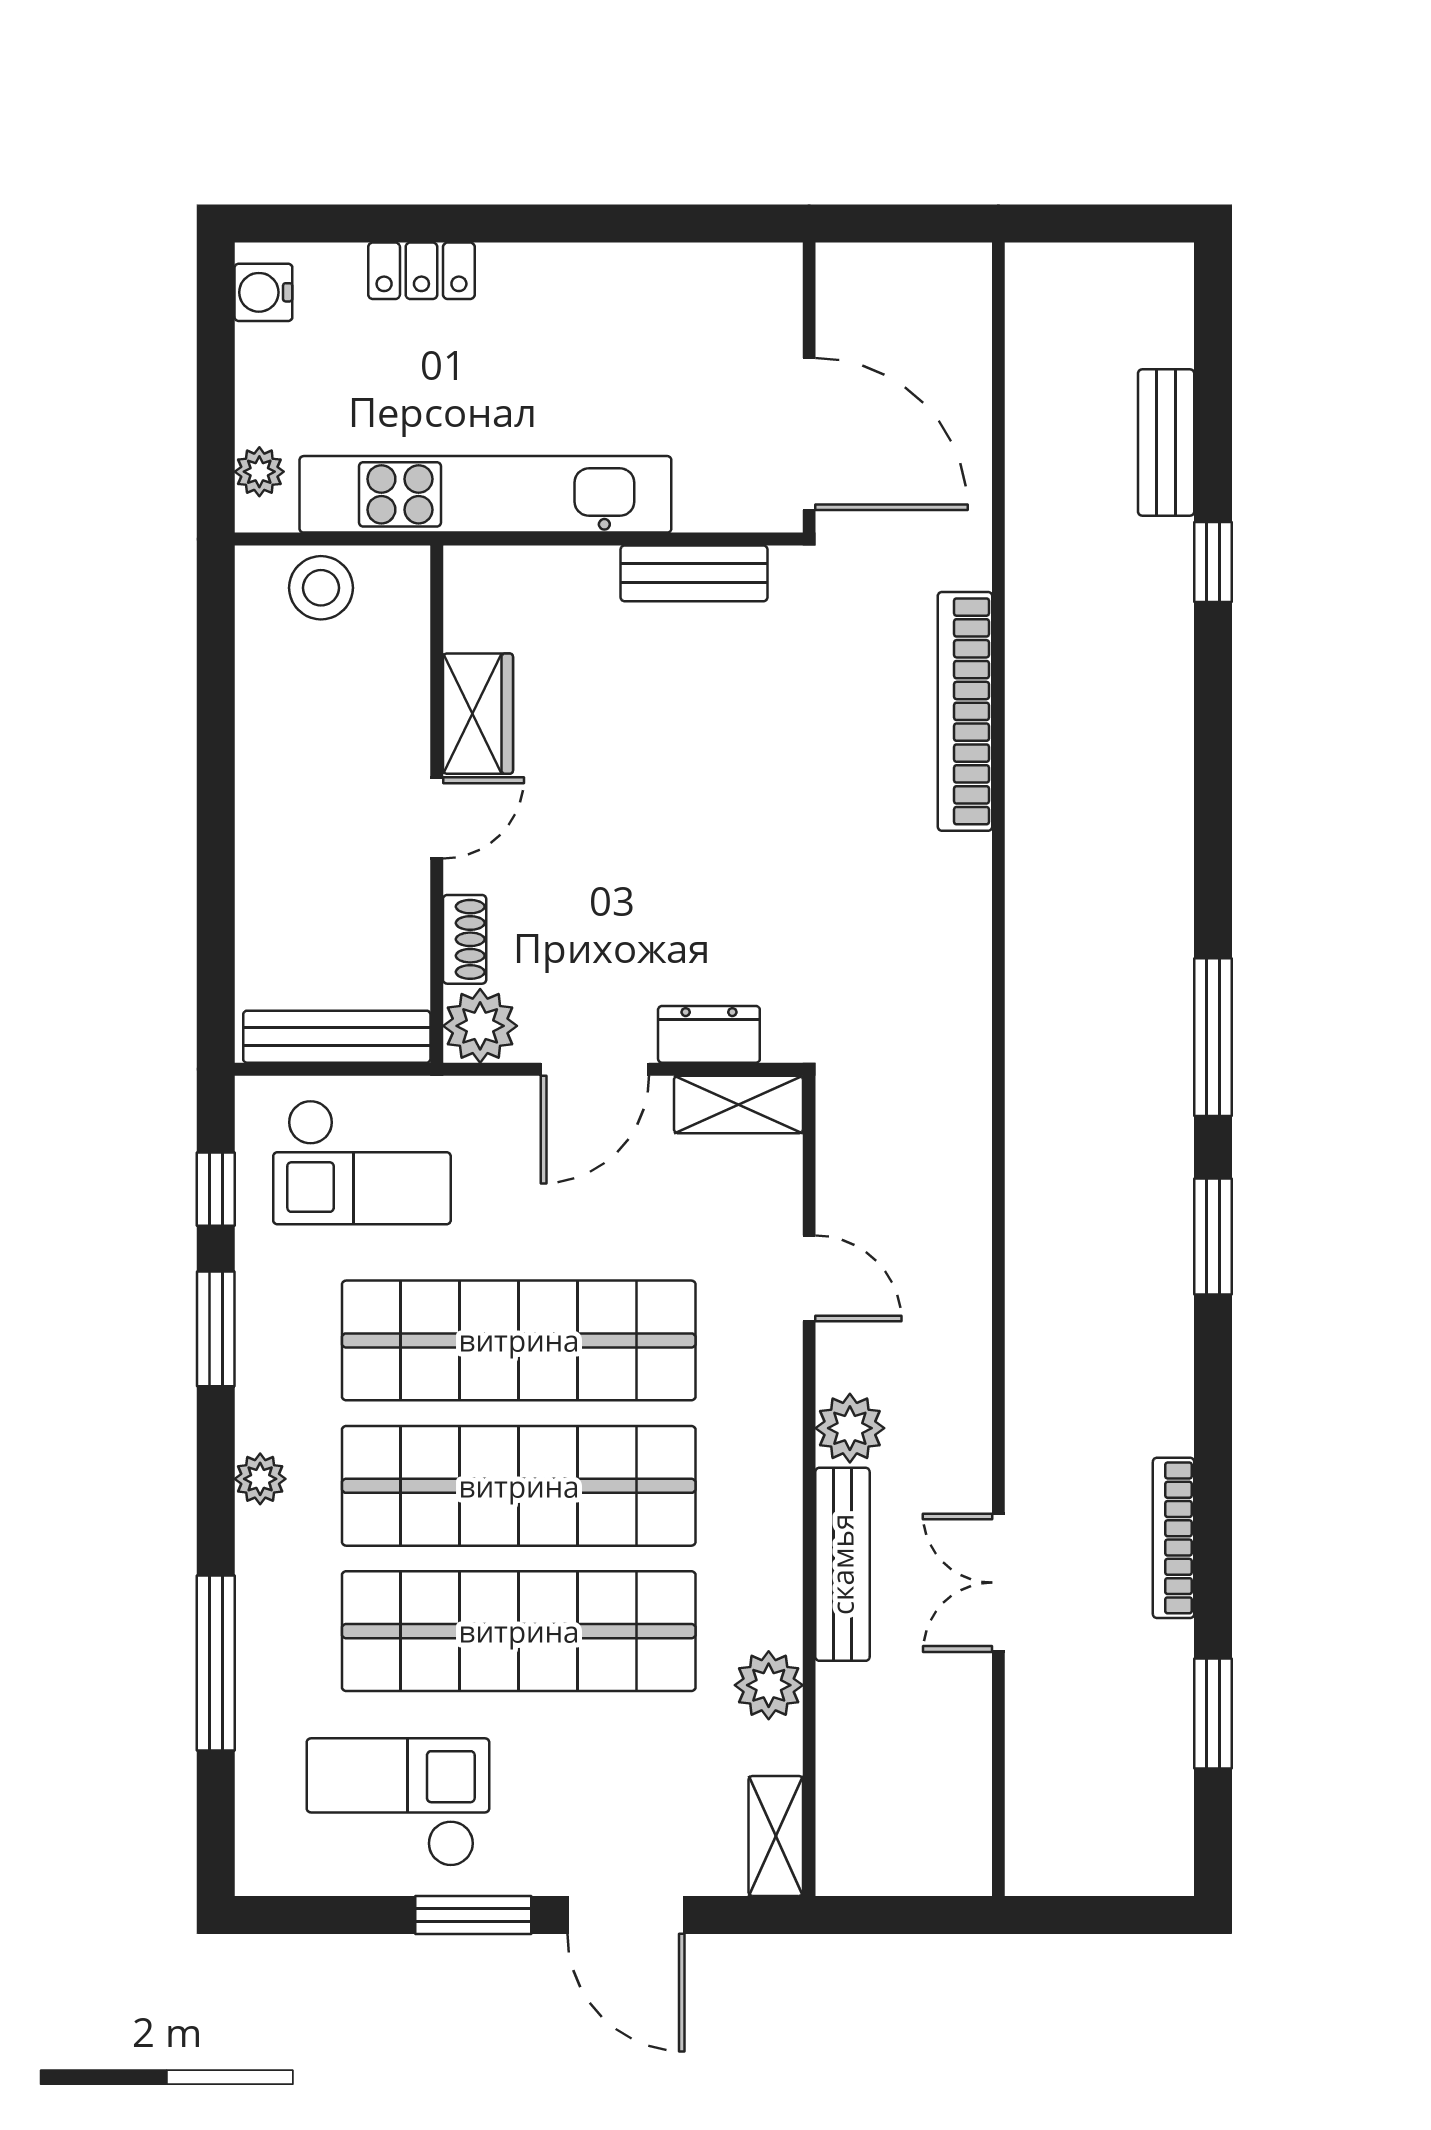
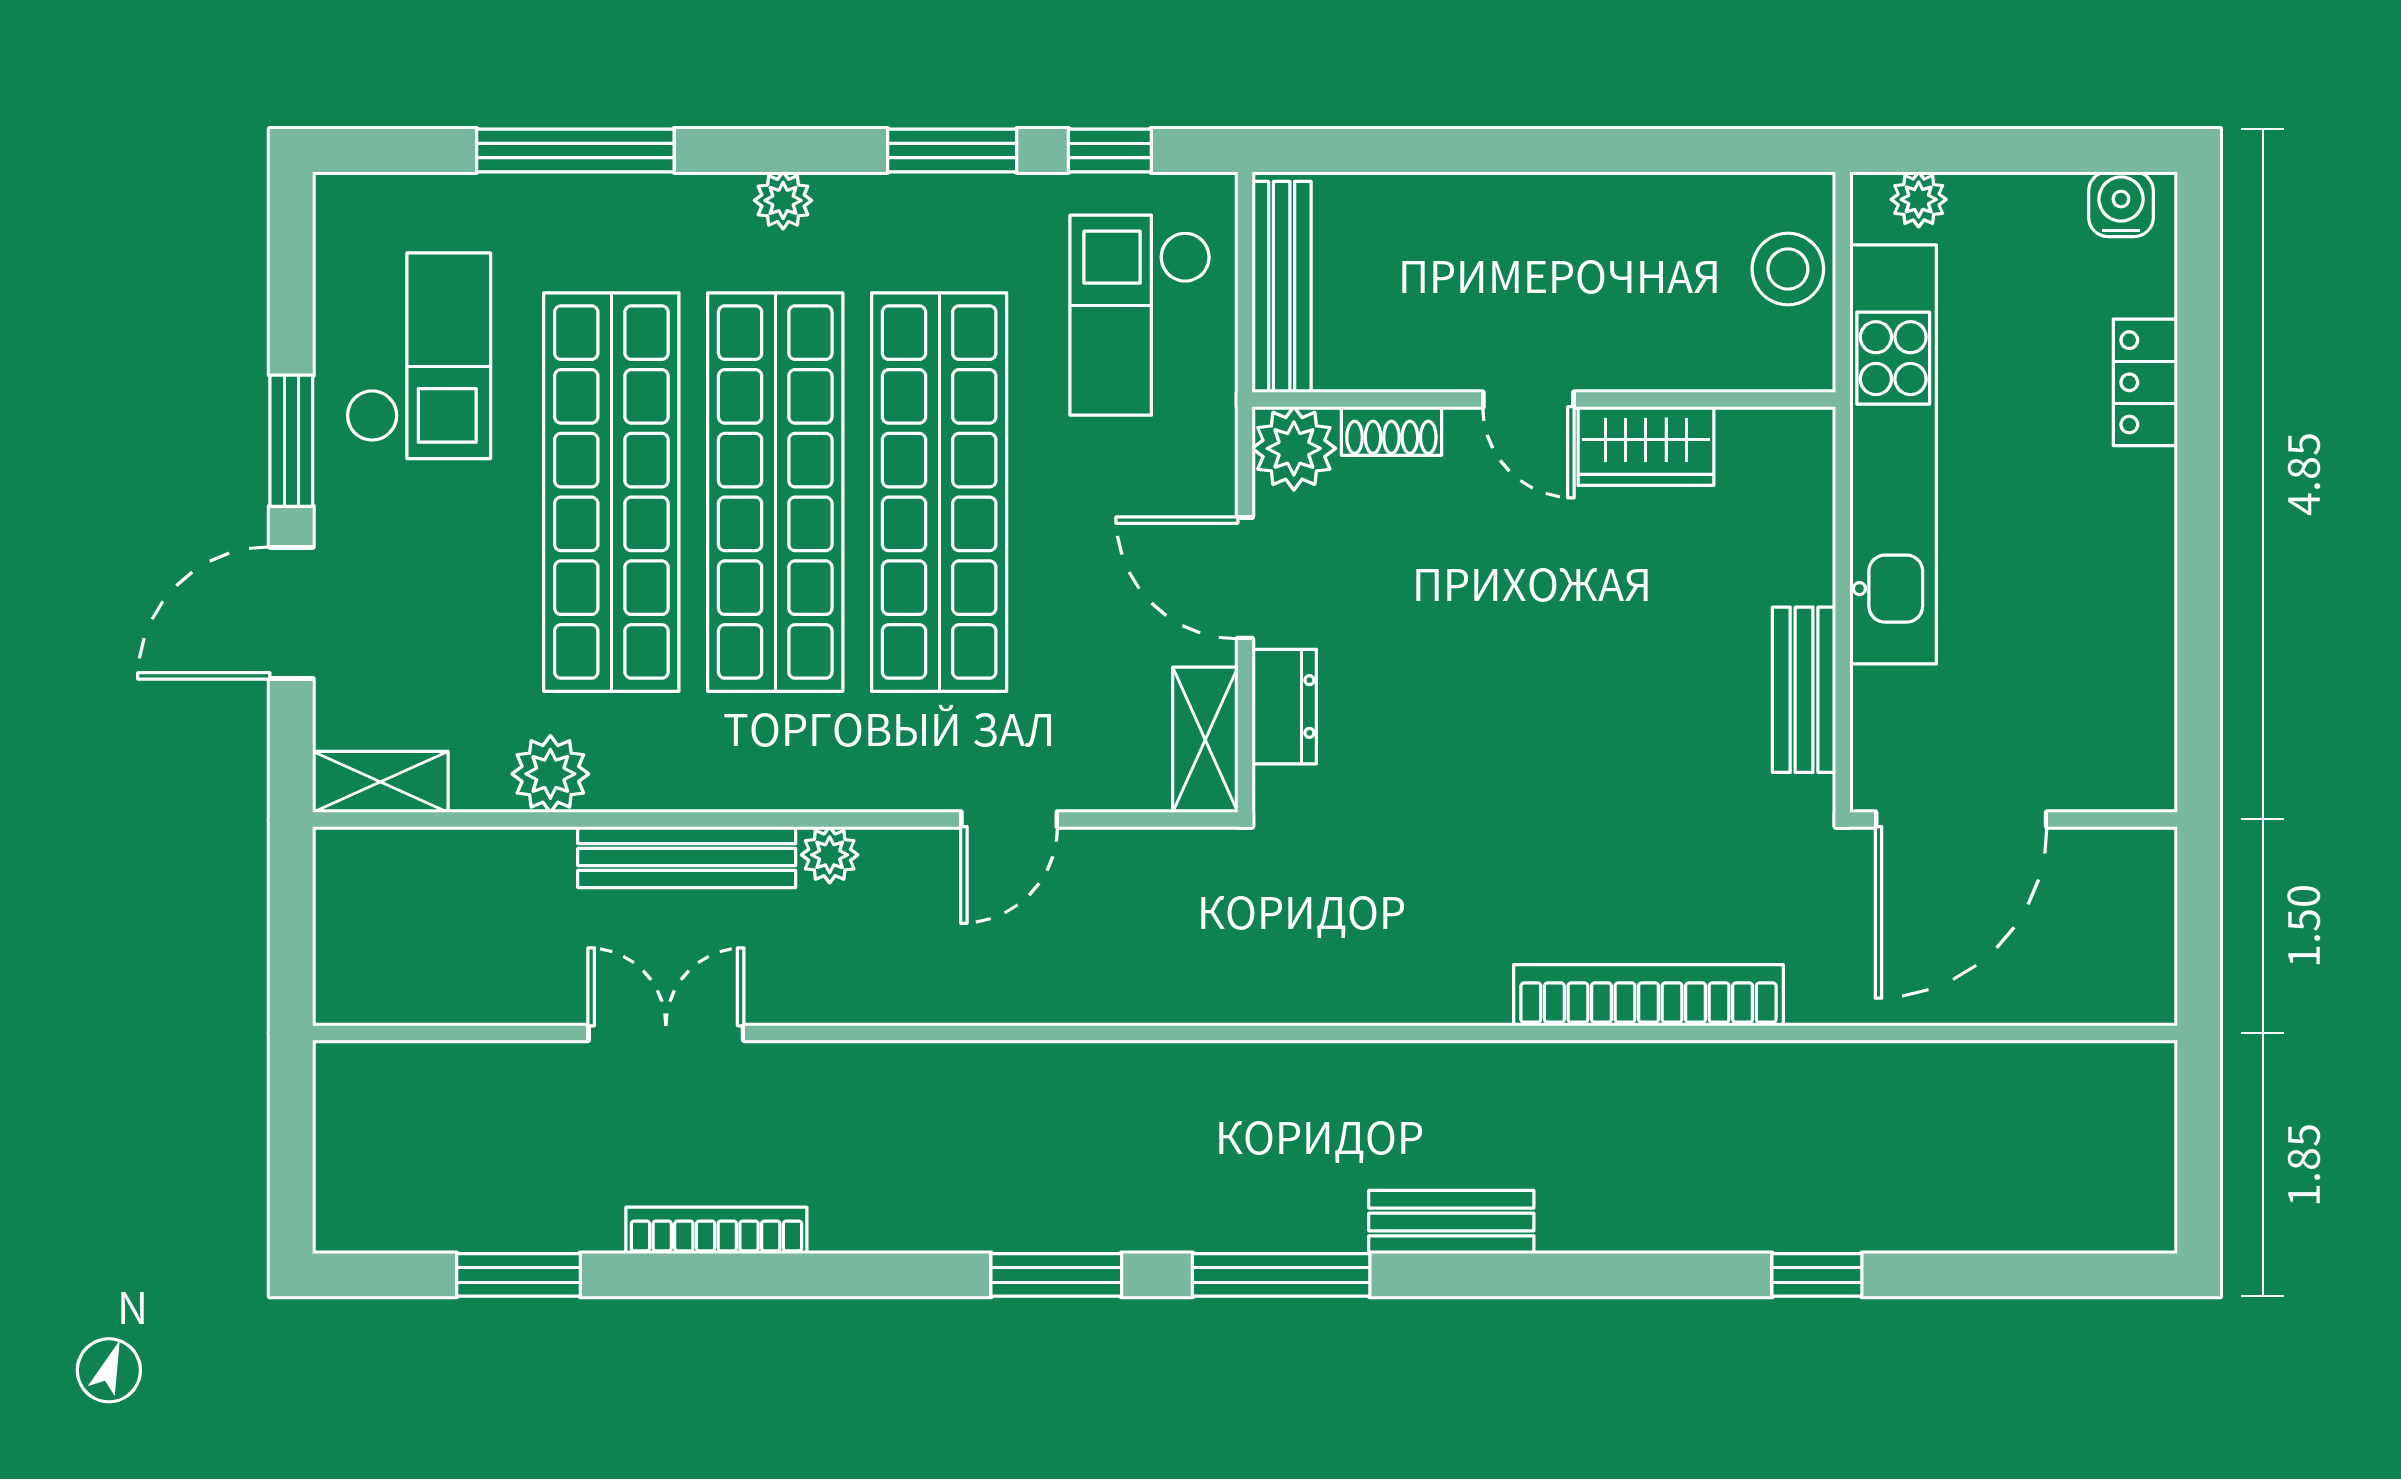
bench: (1166, 442) -> (1451, 1222), moved
plant: (850, 1428) -> (830, 855), width x0.73, depth x0.73

